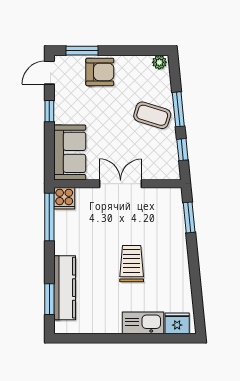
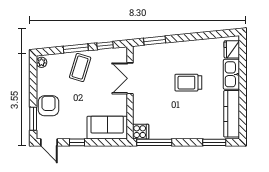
double door: (121, 184) -> (130, 78), moved
kitchen counter: (65, 288) -> (232, 114), moved, turned -90

